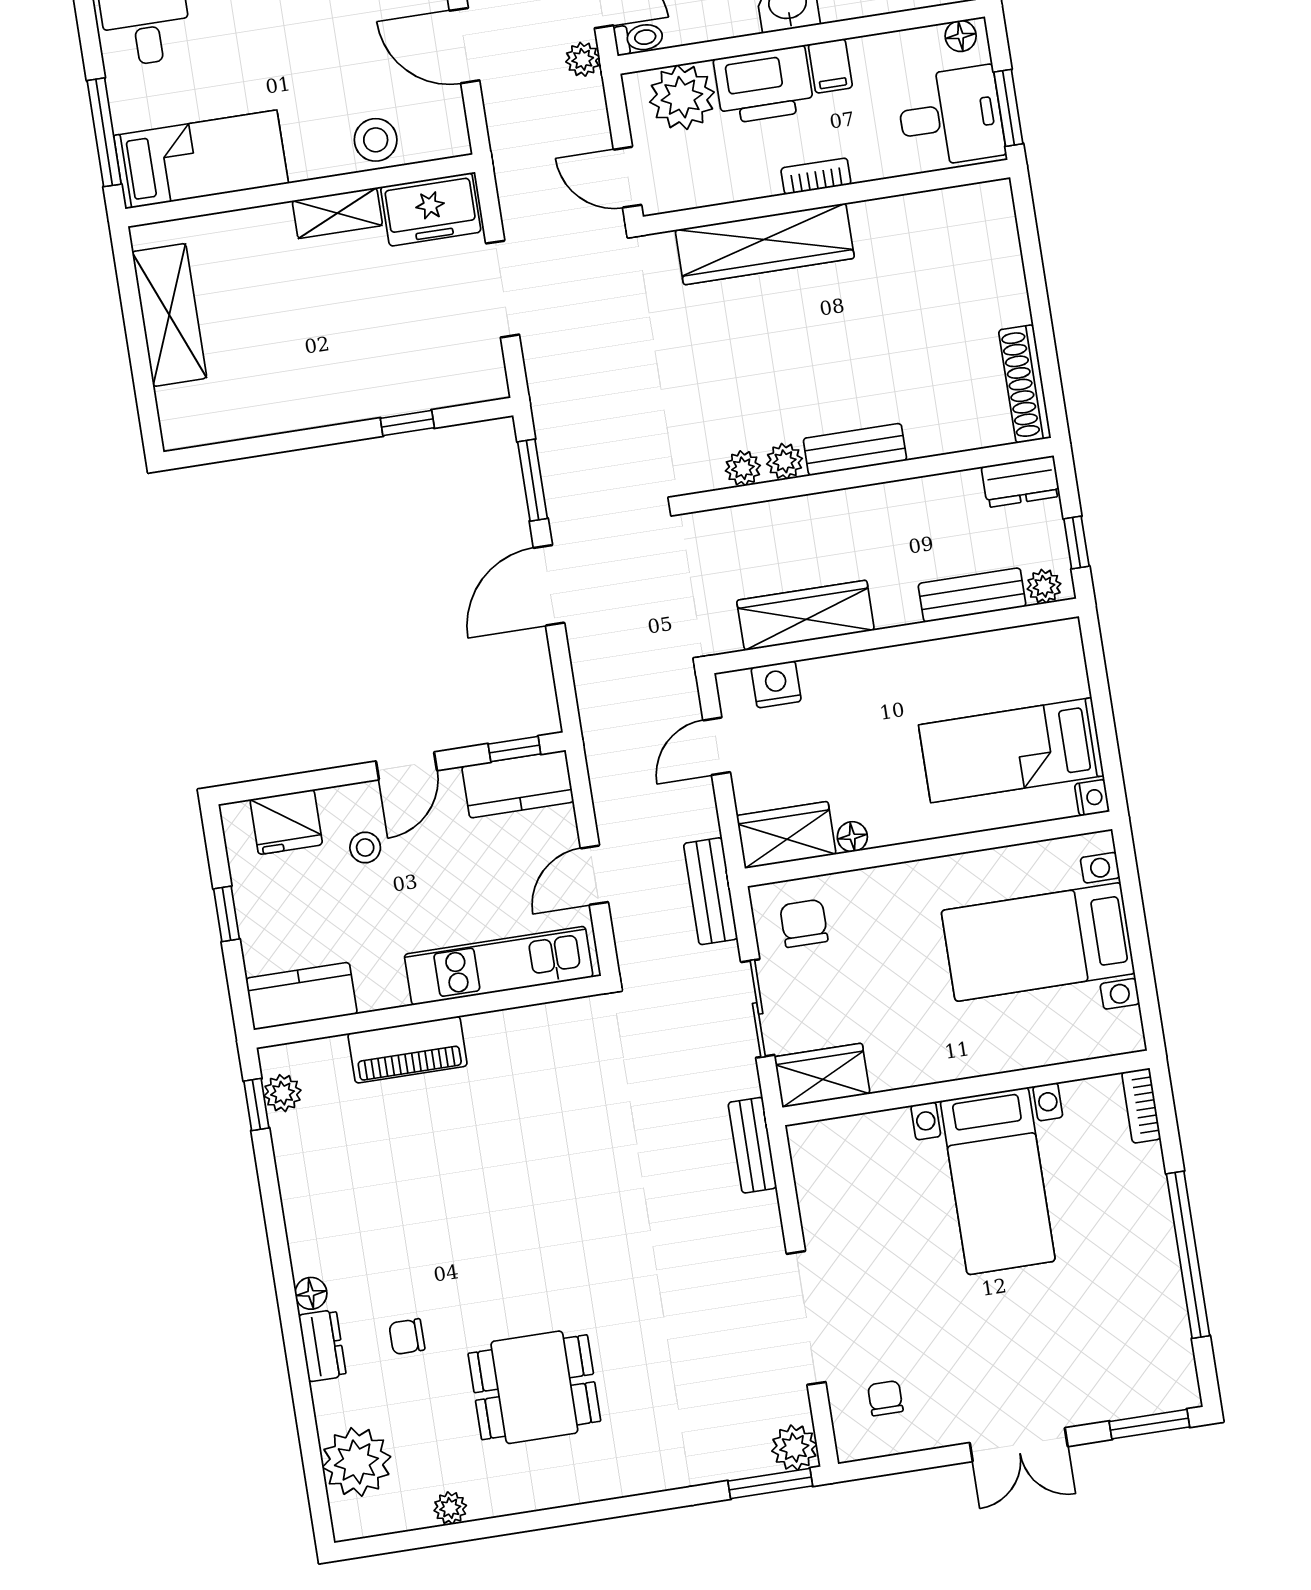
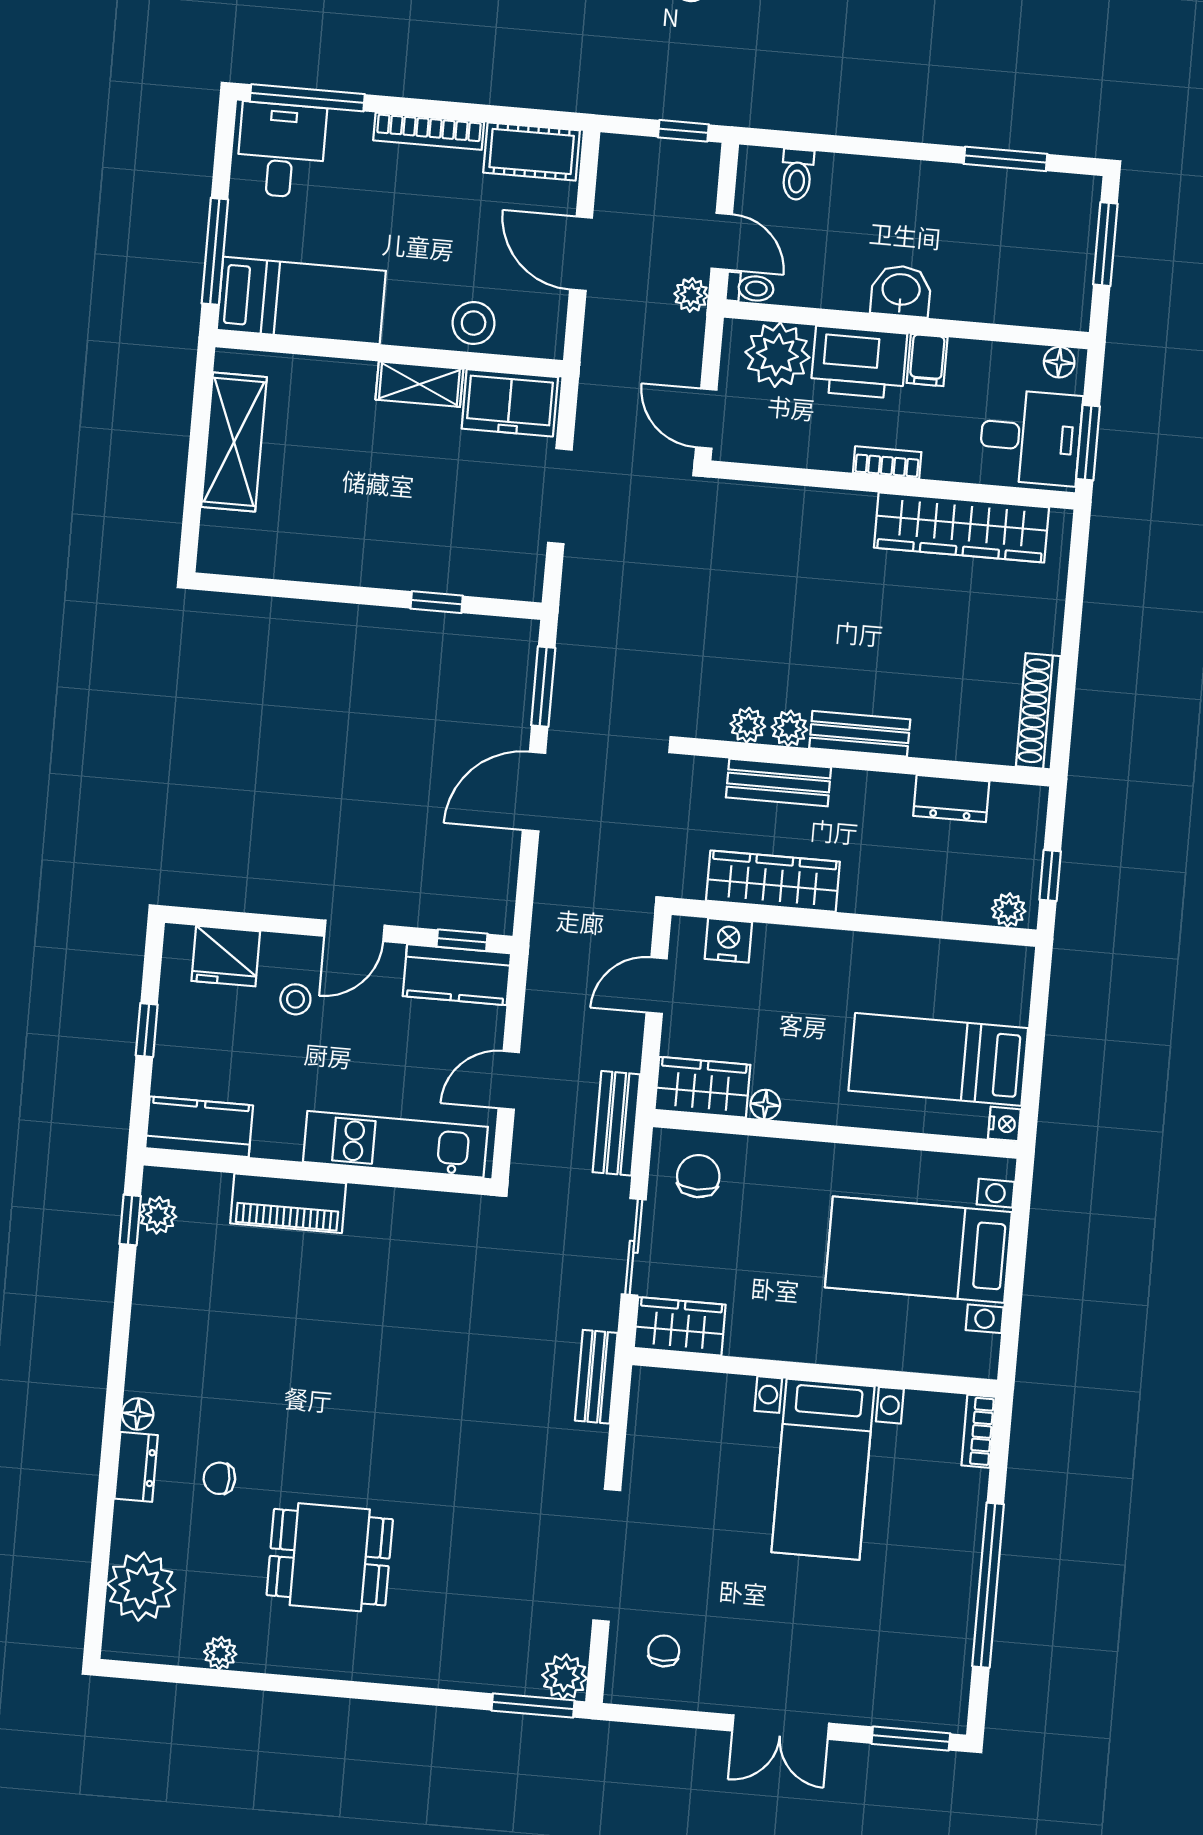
wardrobe: (765, 244) -> (961, 527), moved
dresser: (1021, 482) -> (951, 799), moved
bench: (972, 595) -> (778, 782), moved

